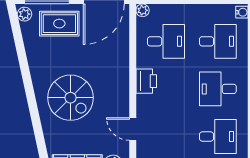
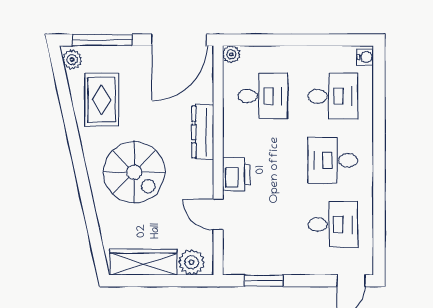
rug: (59, 24) -> (102, 100), moved, turned 90
dresser: (121, 68) -> (203, 132), added
printer: (146, 81) -> (236, 174), moved

